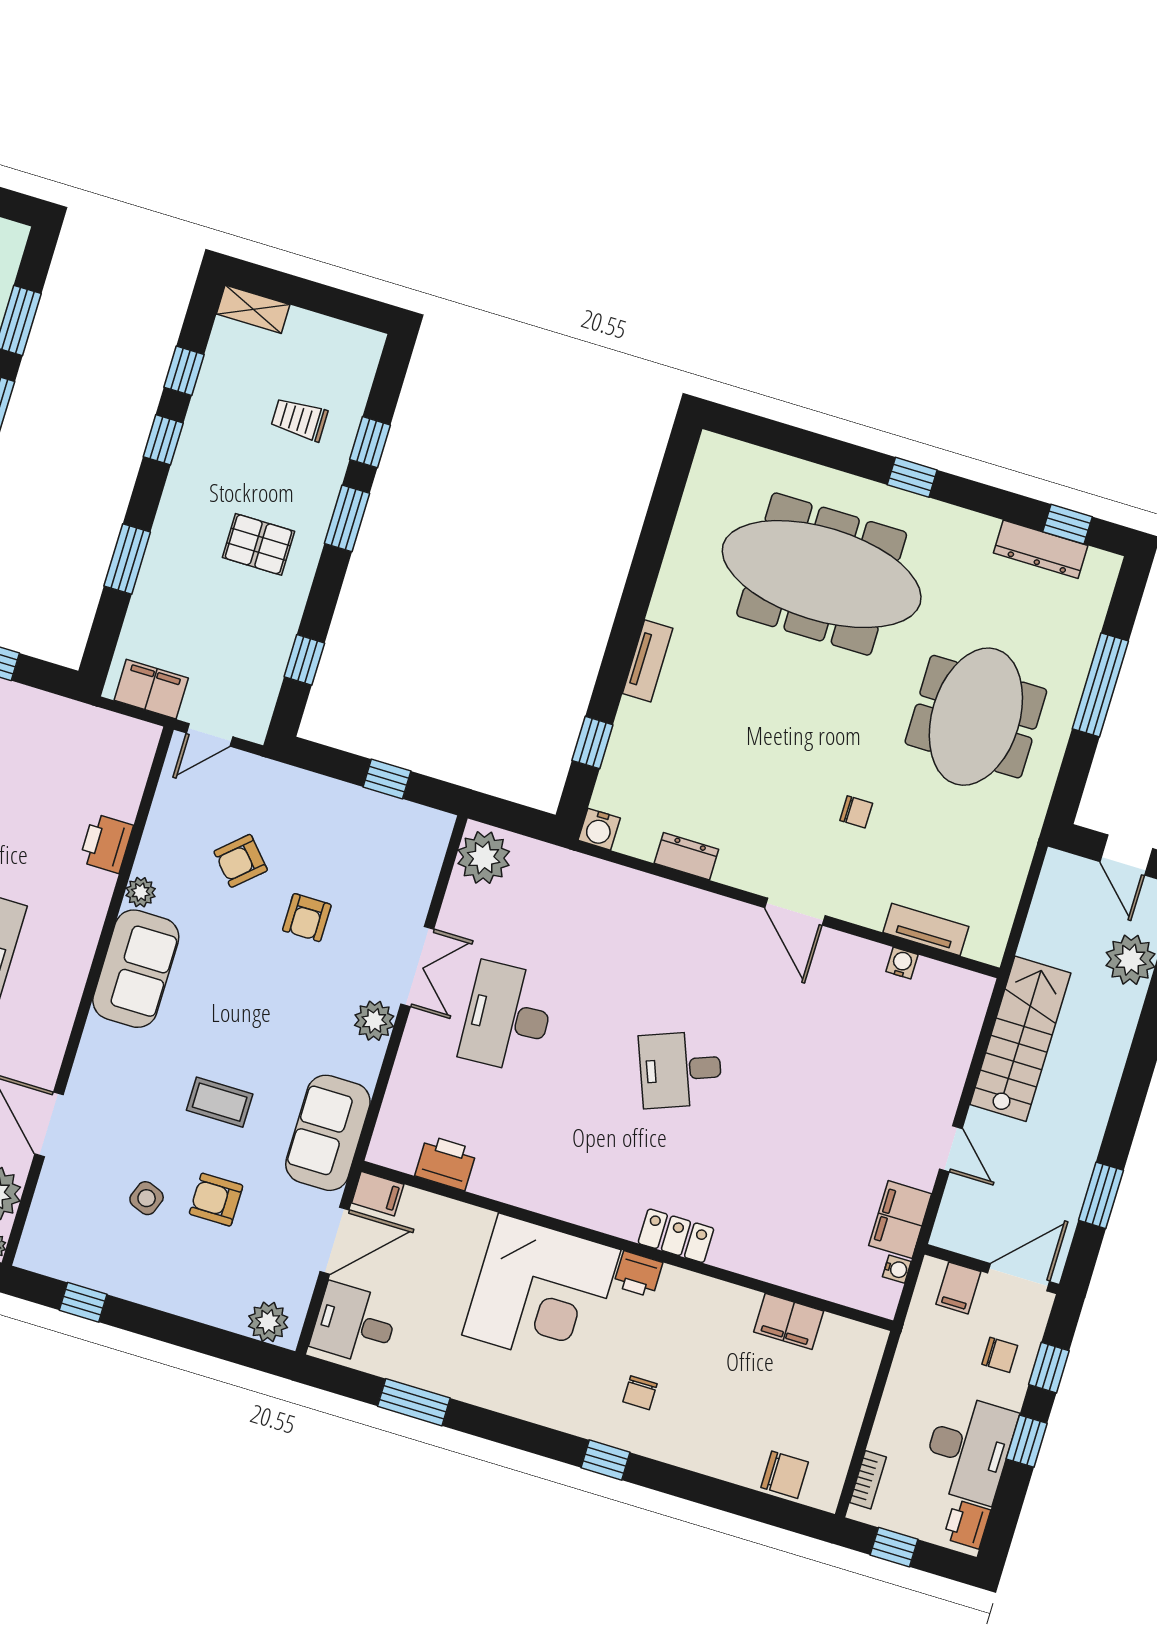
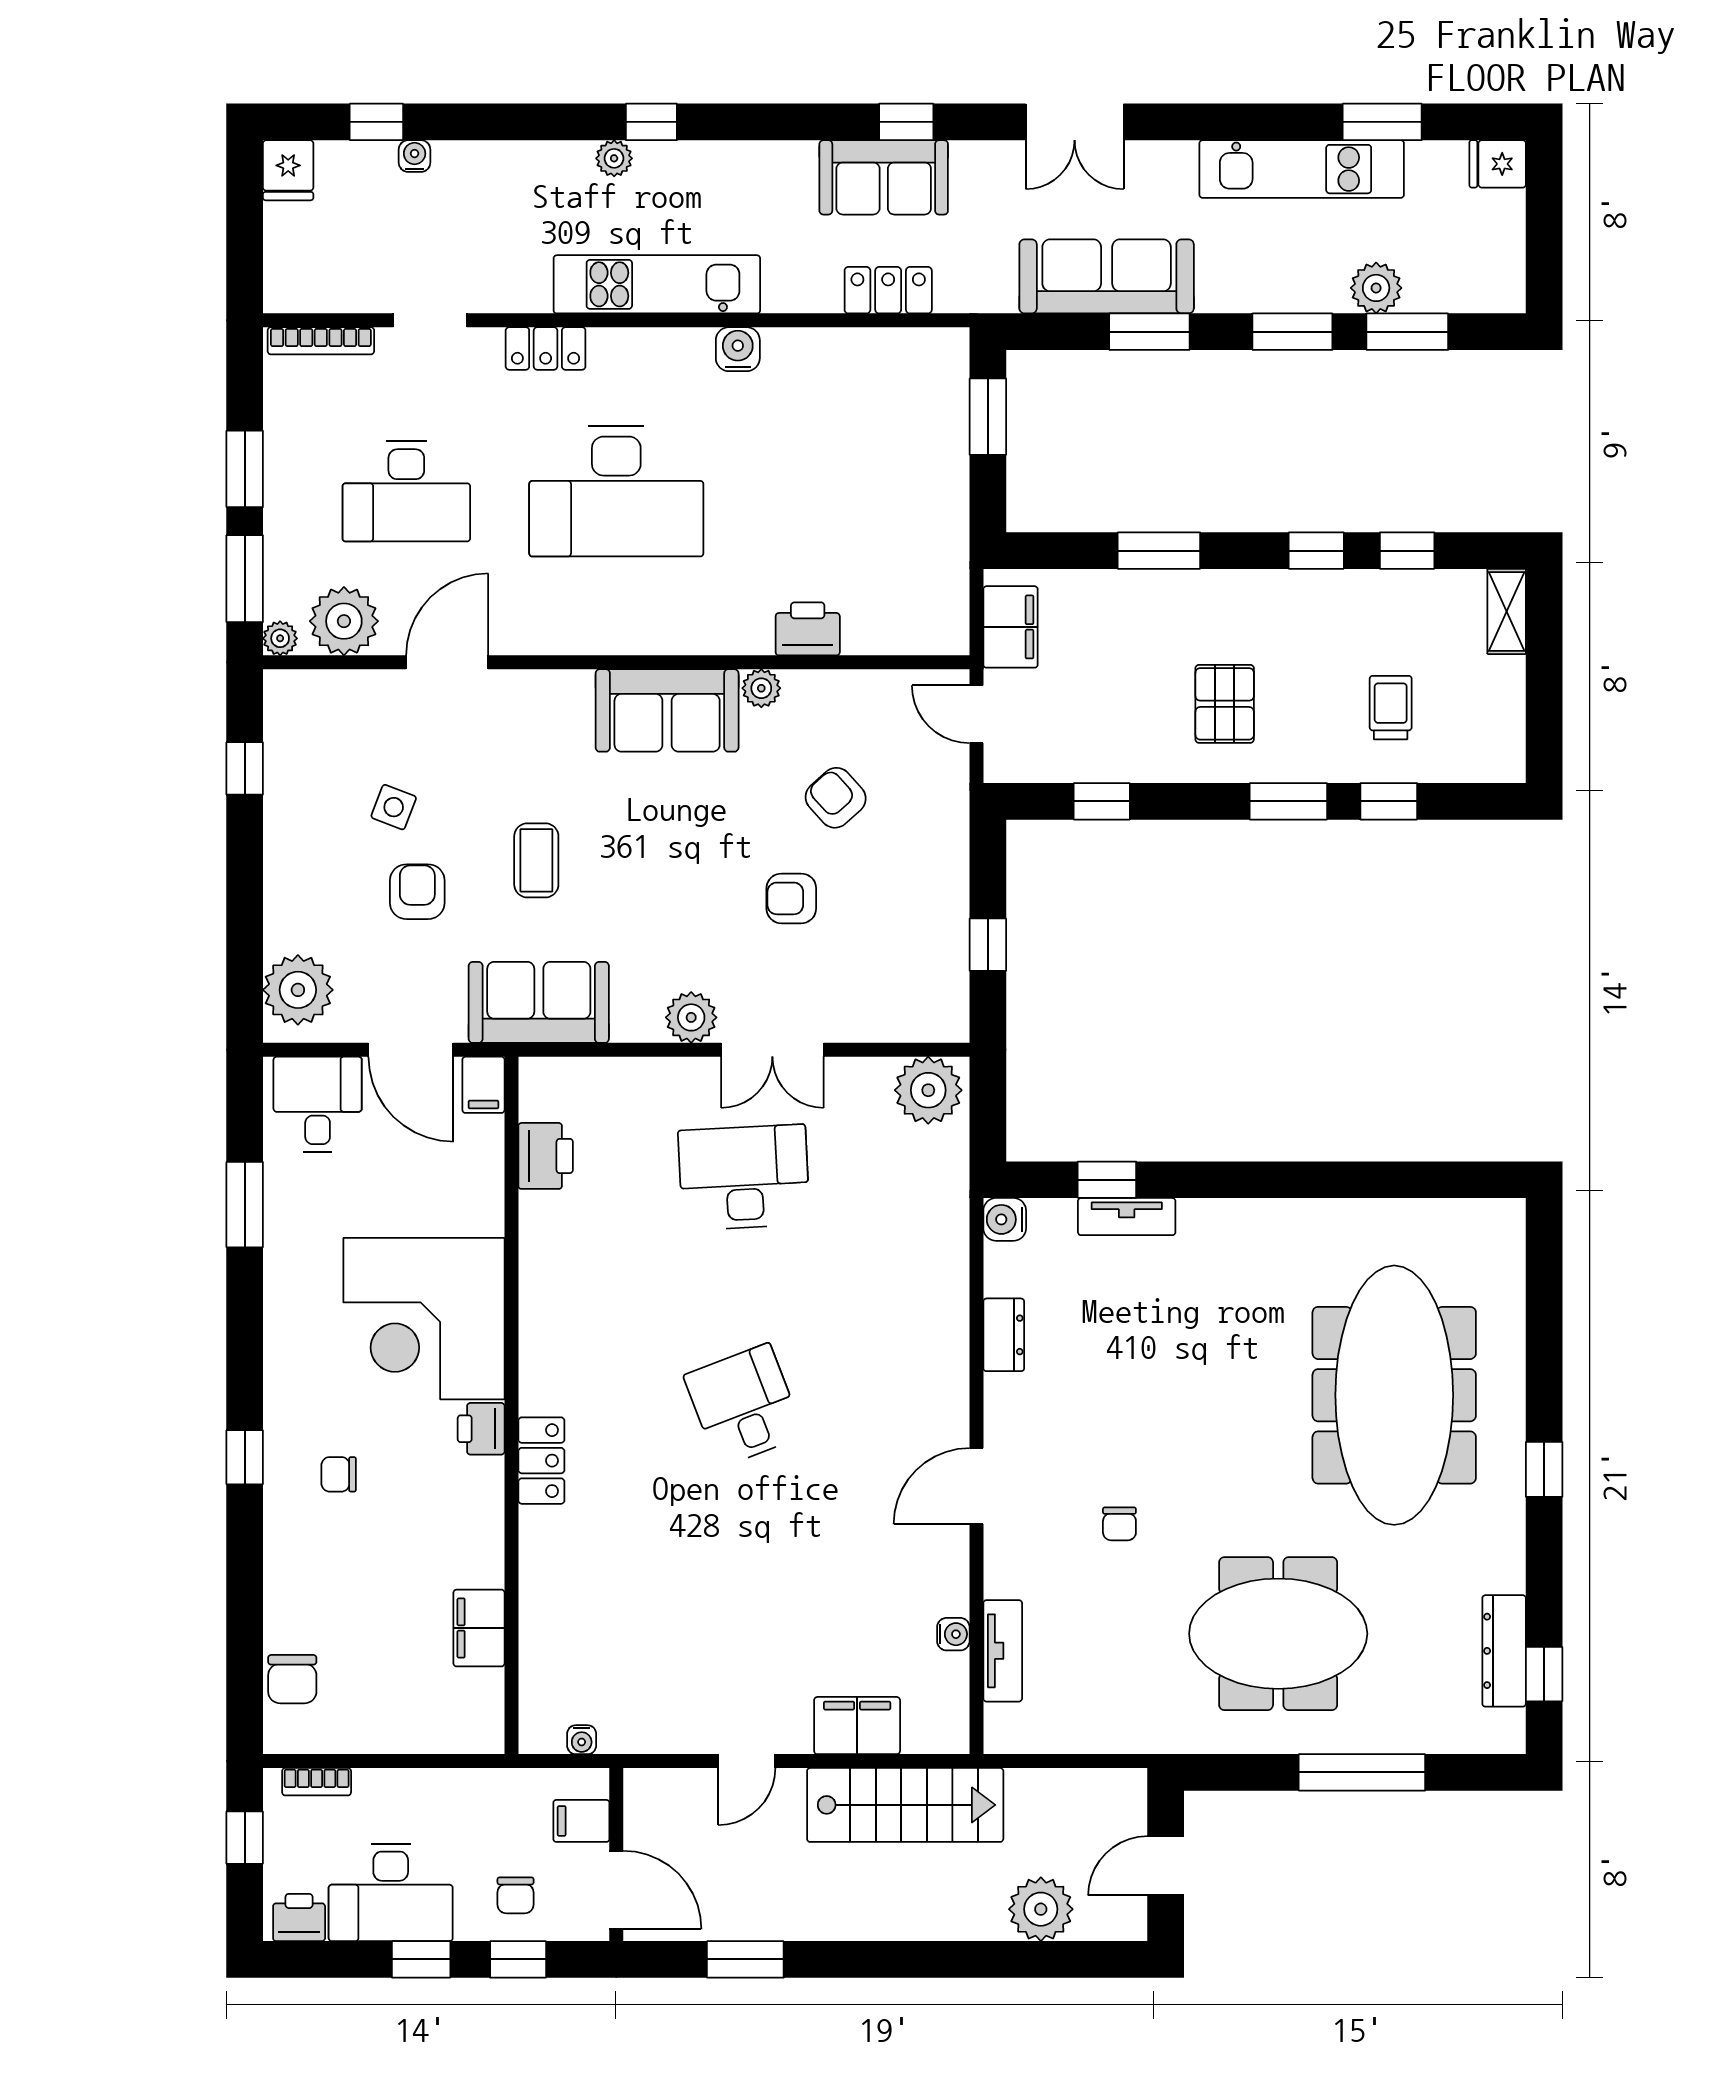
tv unit: (648, 661) -> (1127, 1217), moved
filing cabinet: (900, 1220) -> (857, 1726), moved
plant: (268, 1322) -> (298, 990), width x1.36, depth x1.36

